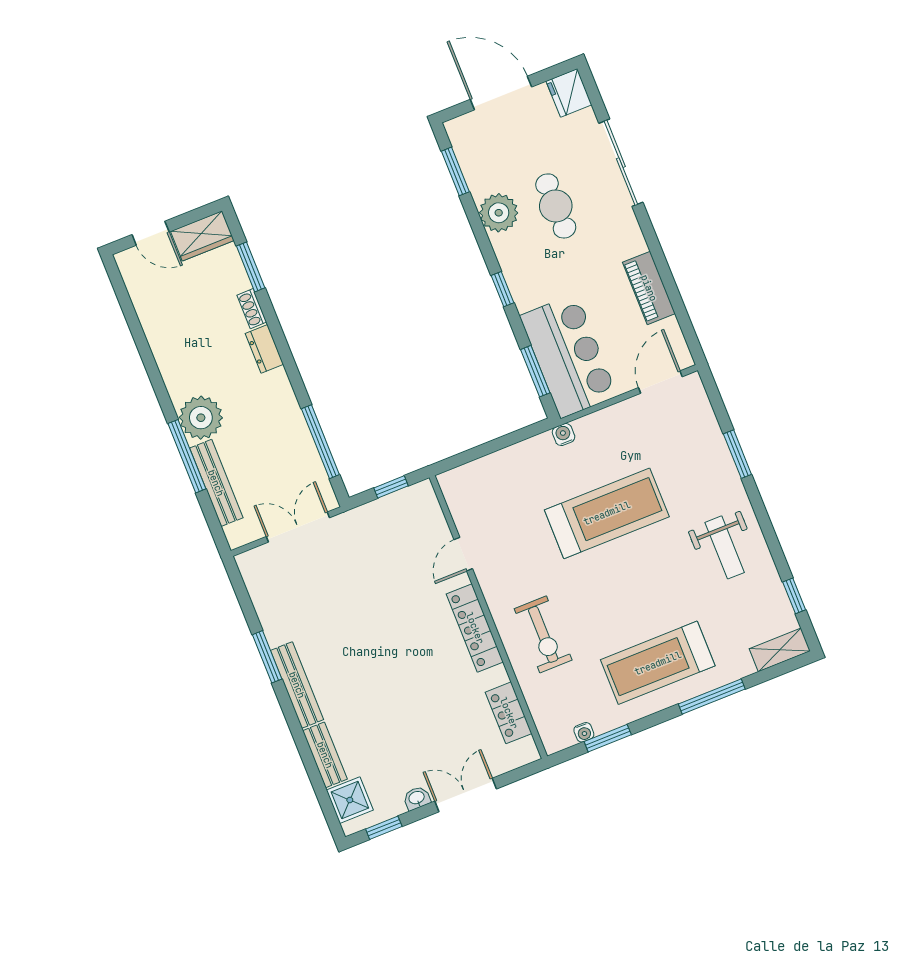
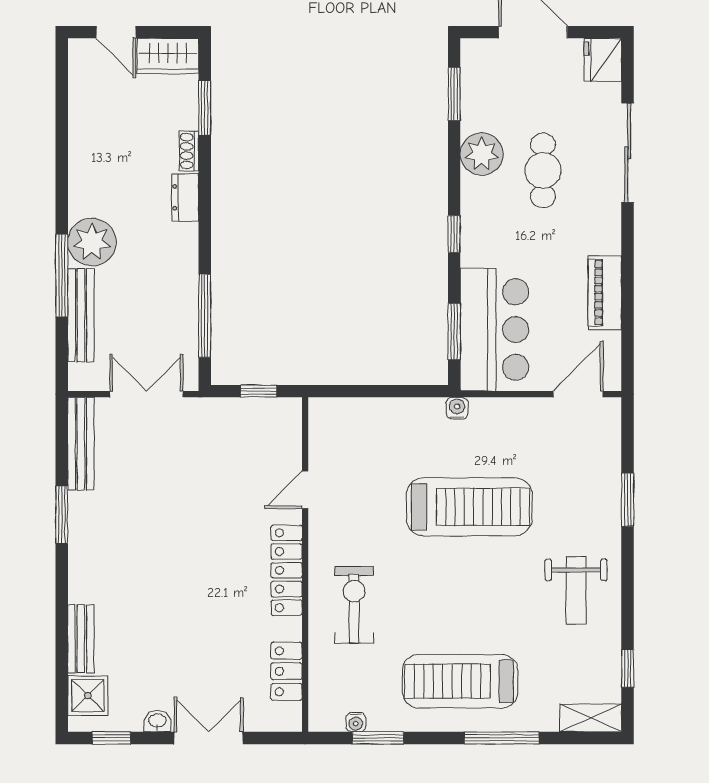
exercise bike: (543, 634) -> (354, 605), turned 180
bench: (297, 685) -> (81, 444), moved

